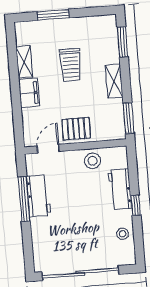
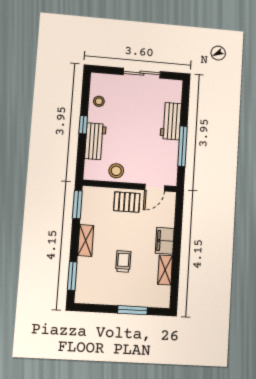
trolley: (71, 65) -> (123, 261), width x0.73, depth x0.72
workbench: (39, 196) -> (171, 121), moved
sliding door: (80, 273) -> (142, 73), width x0.54

